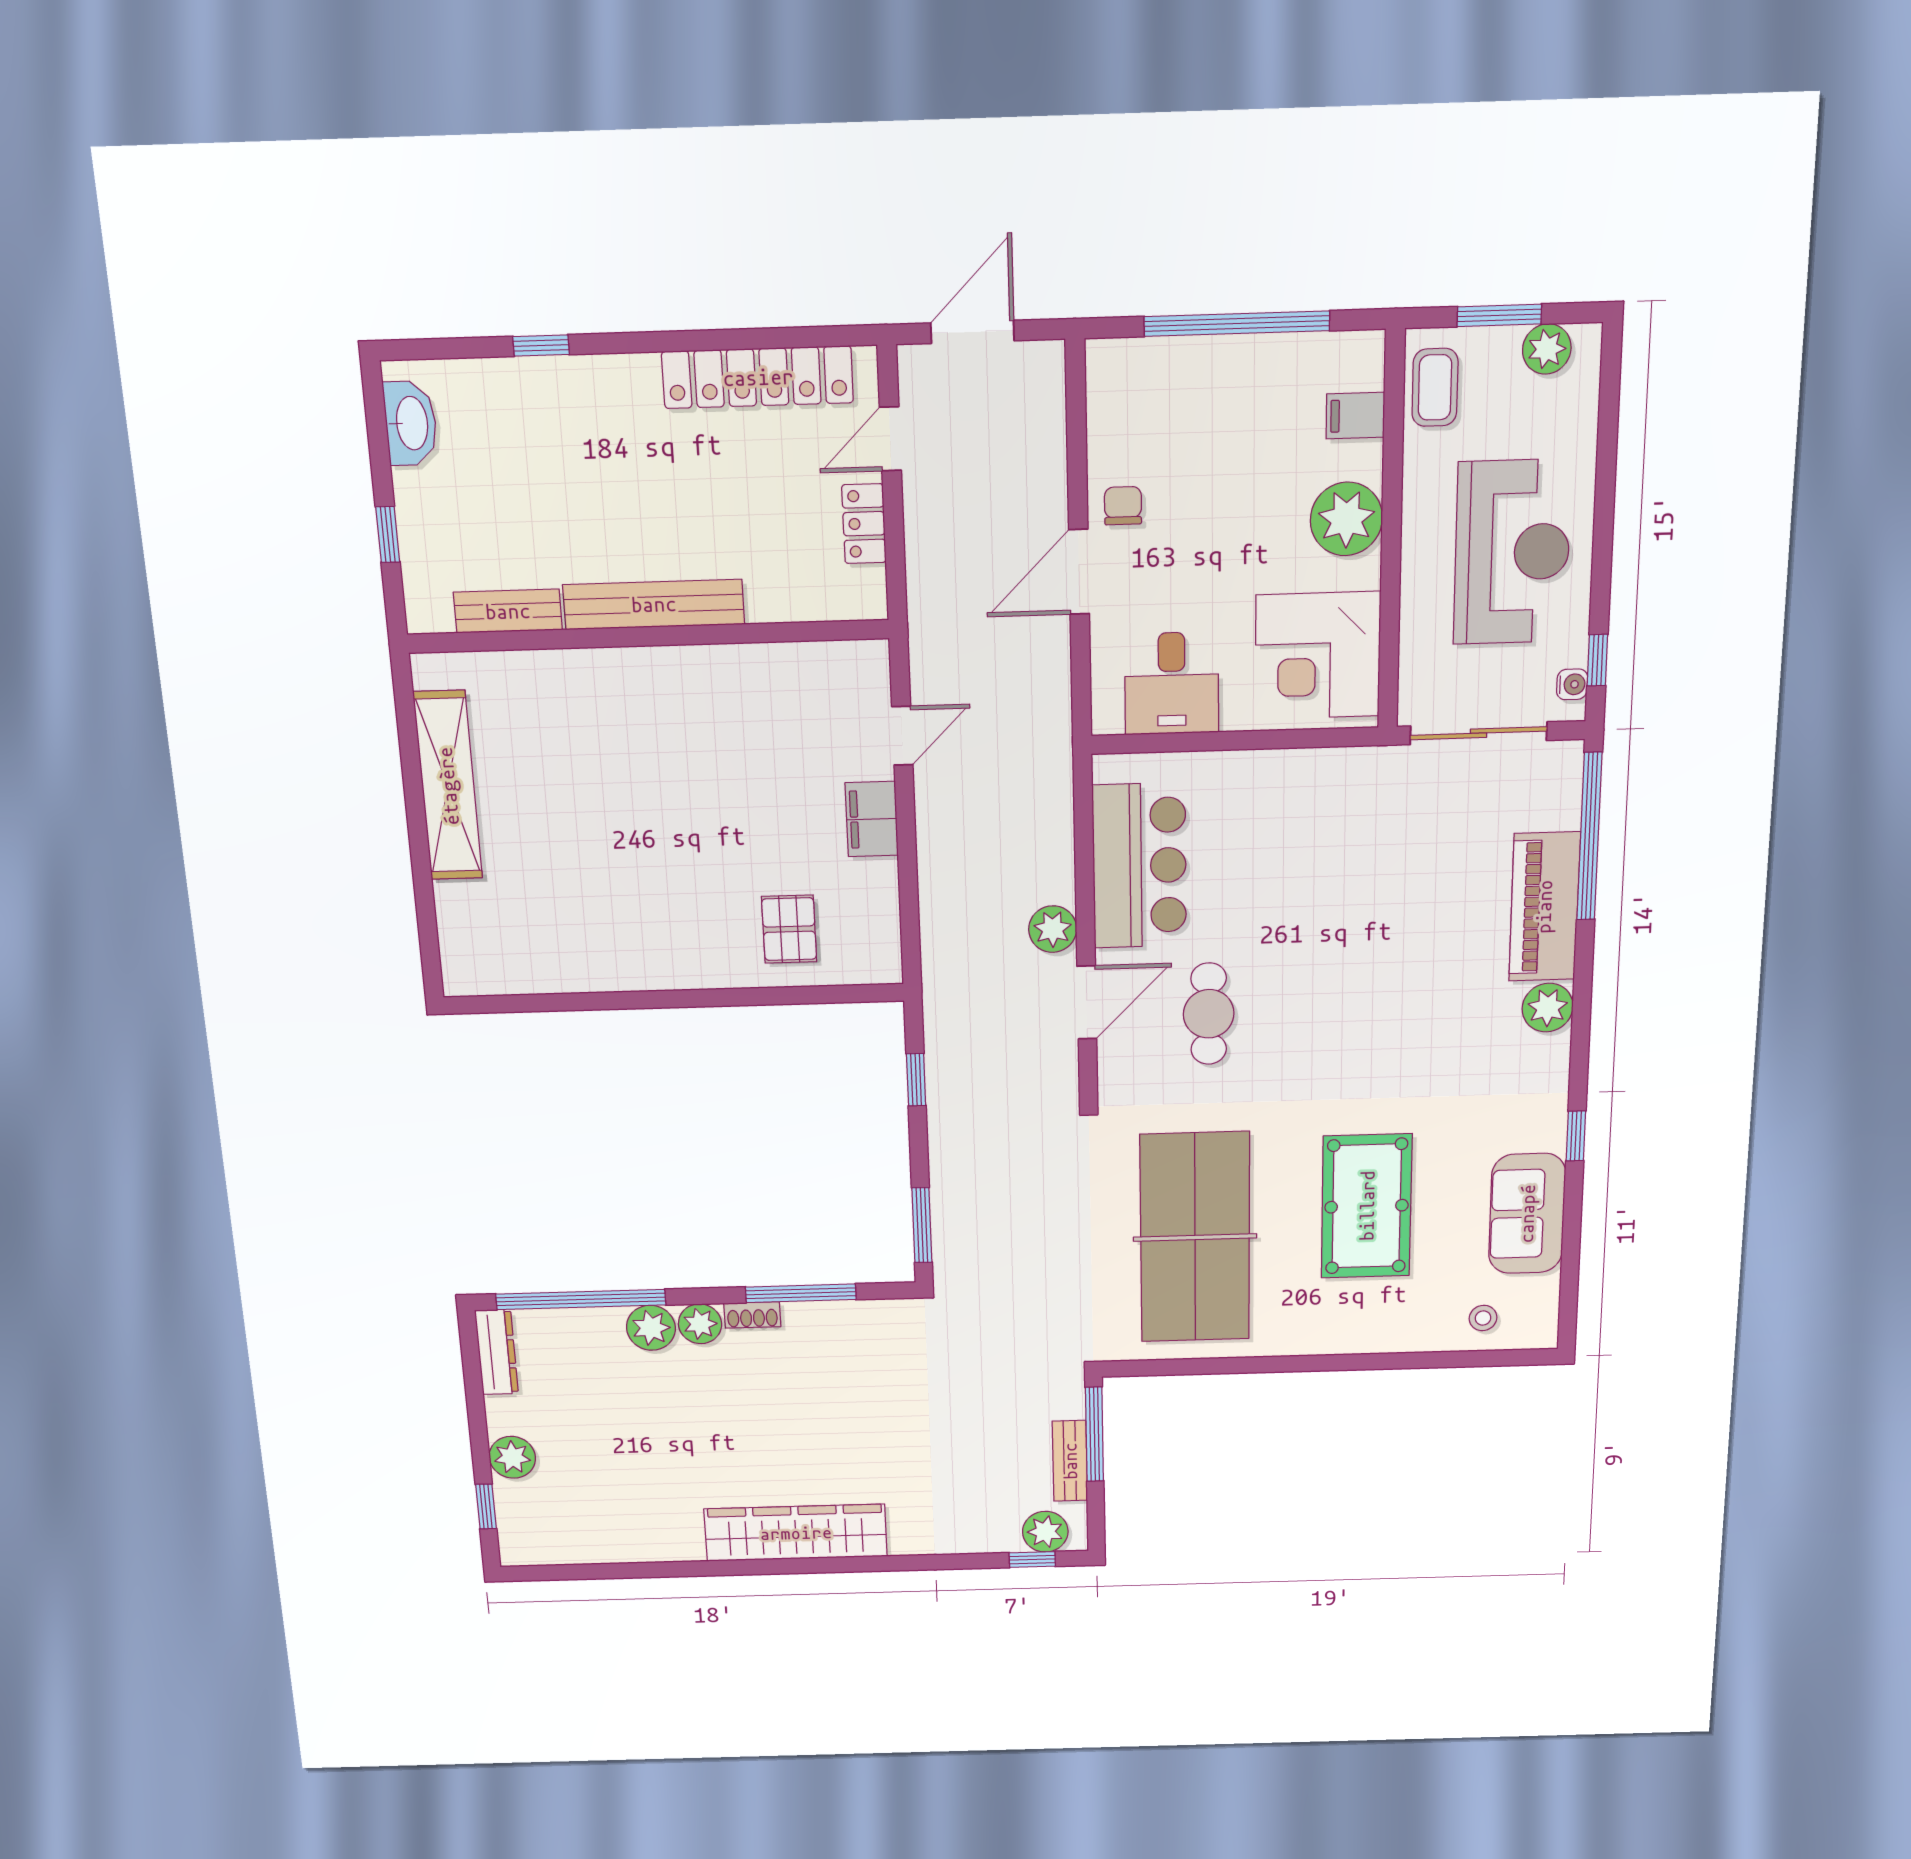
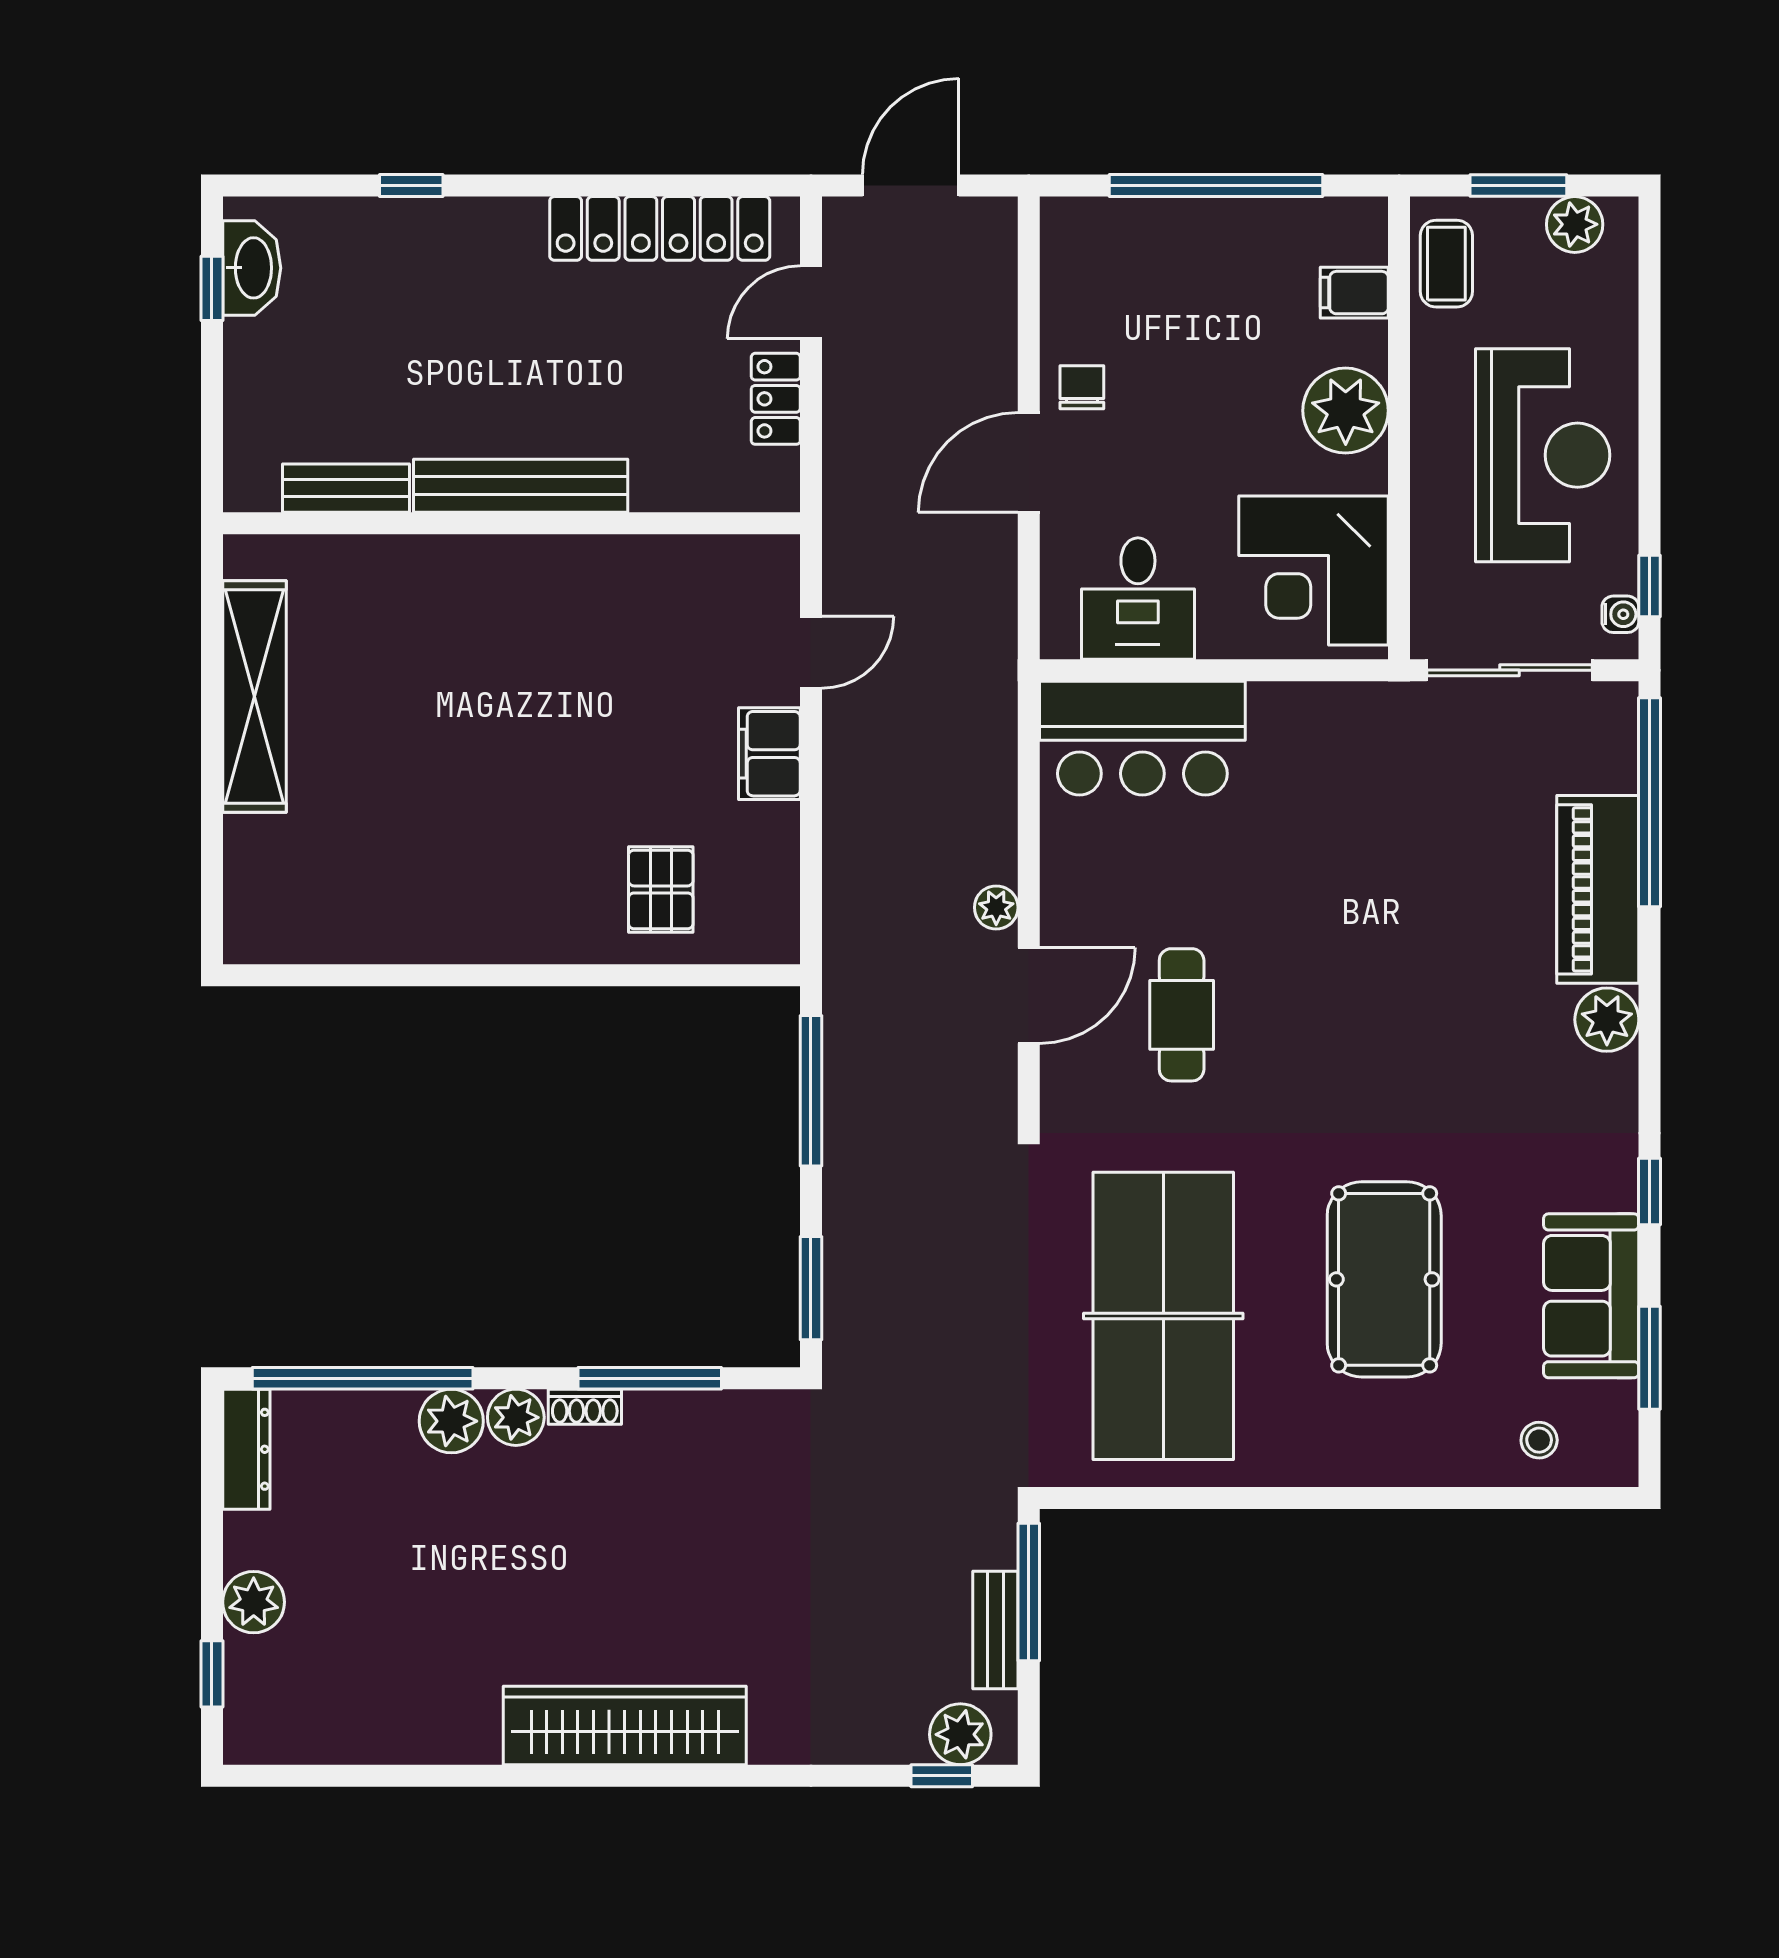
window: (388, 534) -> (212, 288), moved
bar counter: (1139, 866) -> (1142, 738), moved, turned 90
plant: (1053, 929) -> (996, 907), width x0.73, depth x0.73
window: (916, 1080) -> (811, 1091), width x2.17
window: (1570, 1257) -> (1650, 1358), added

